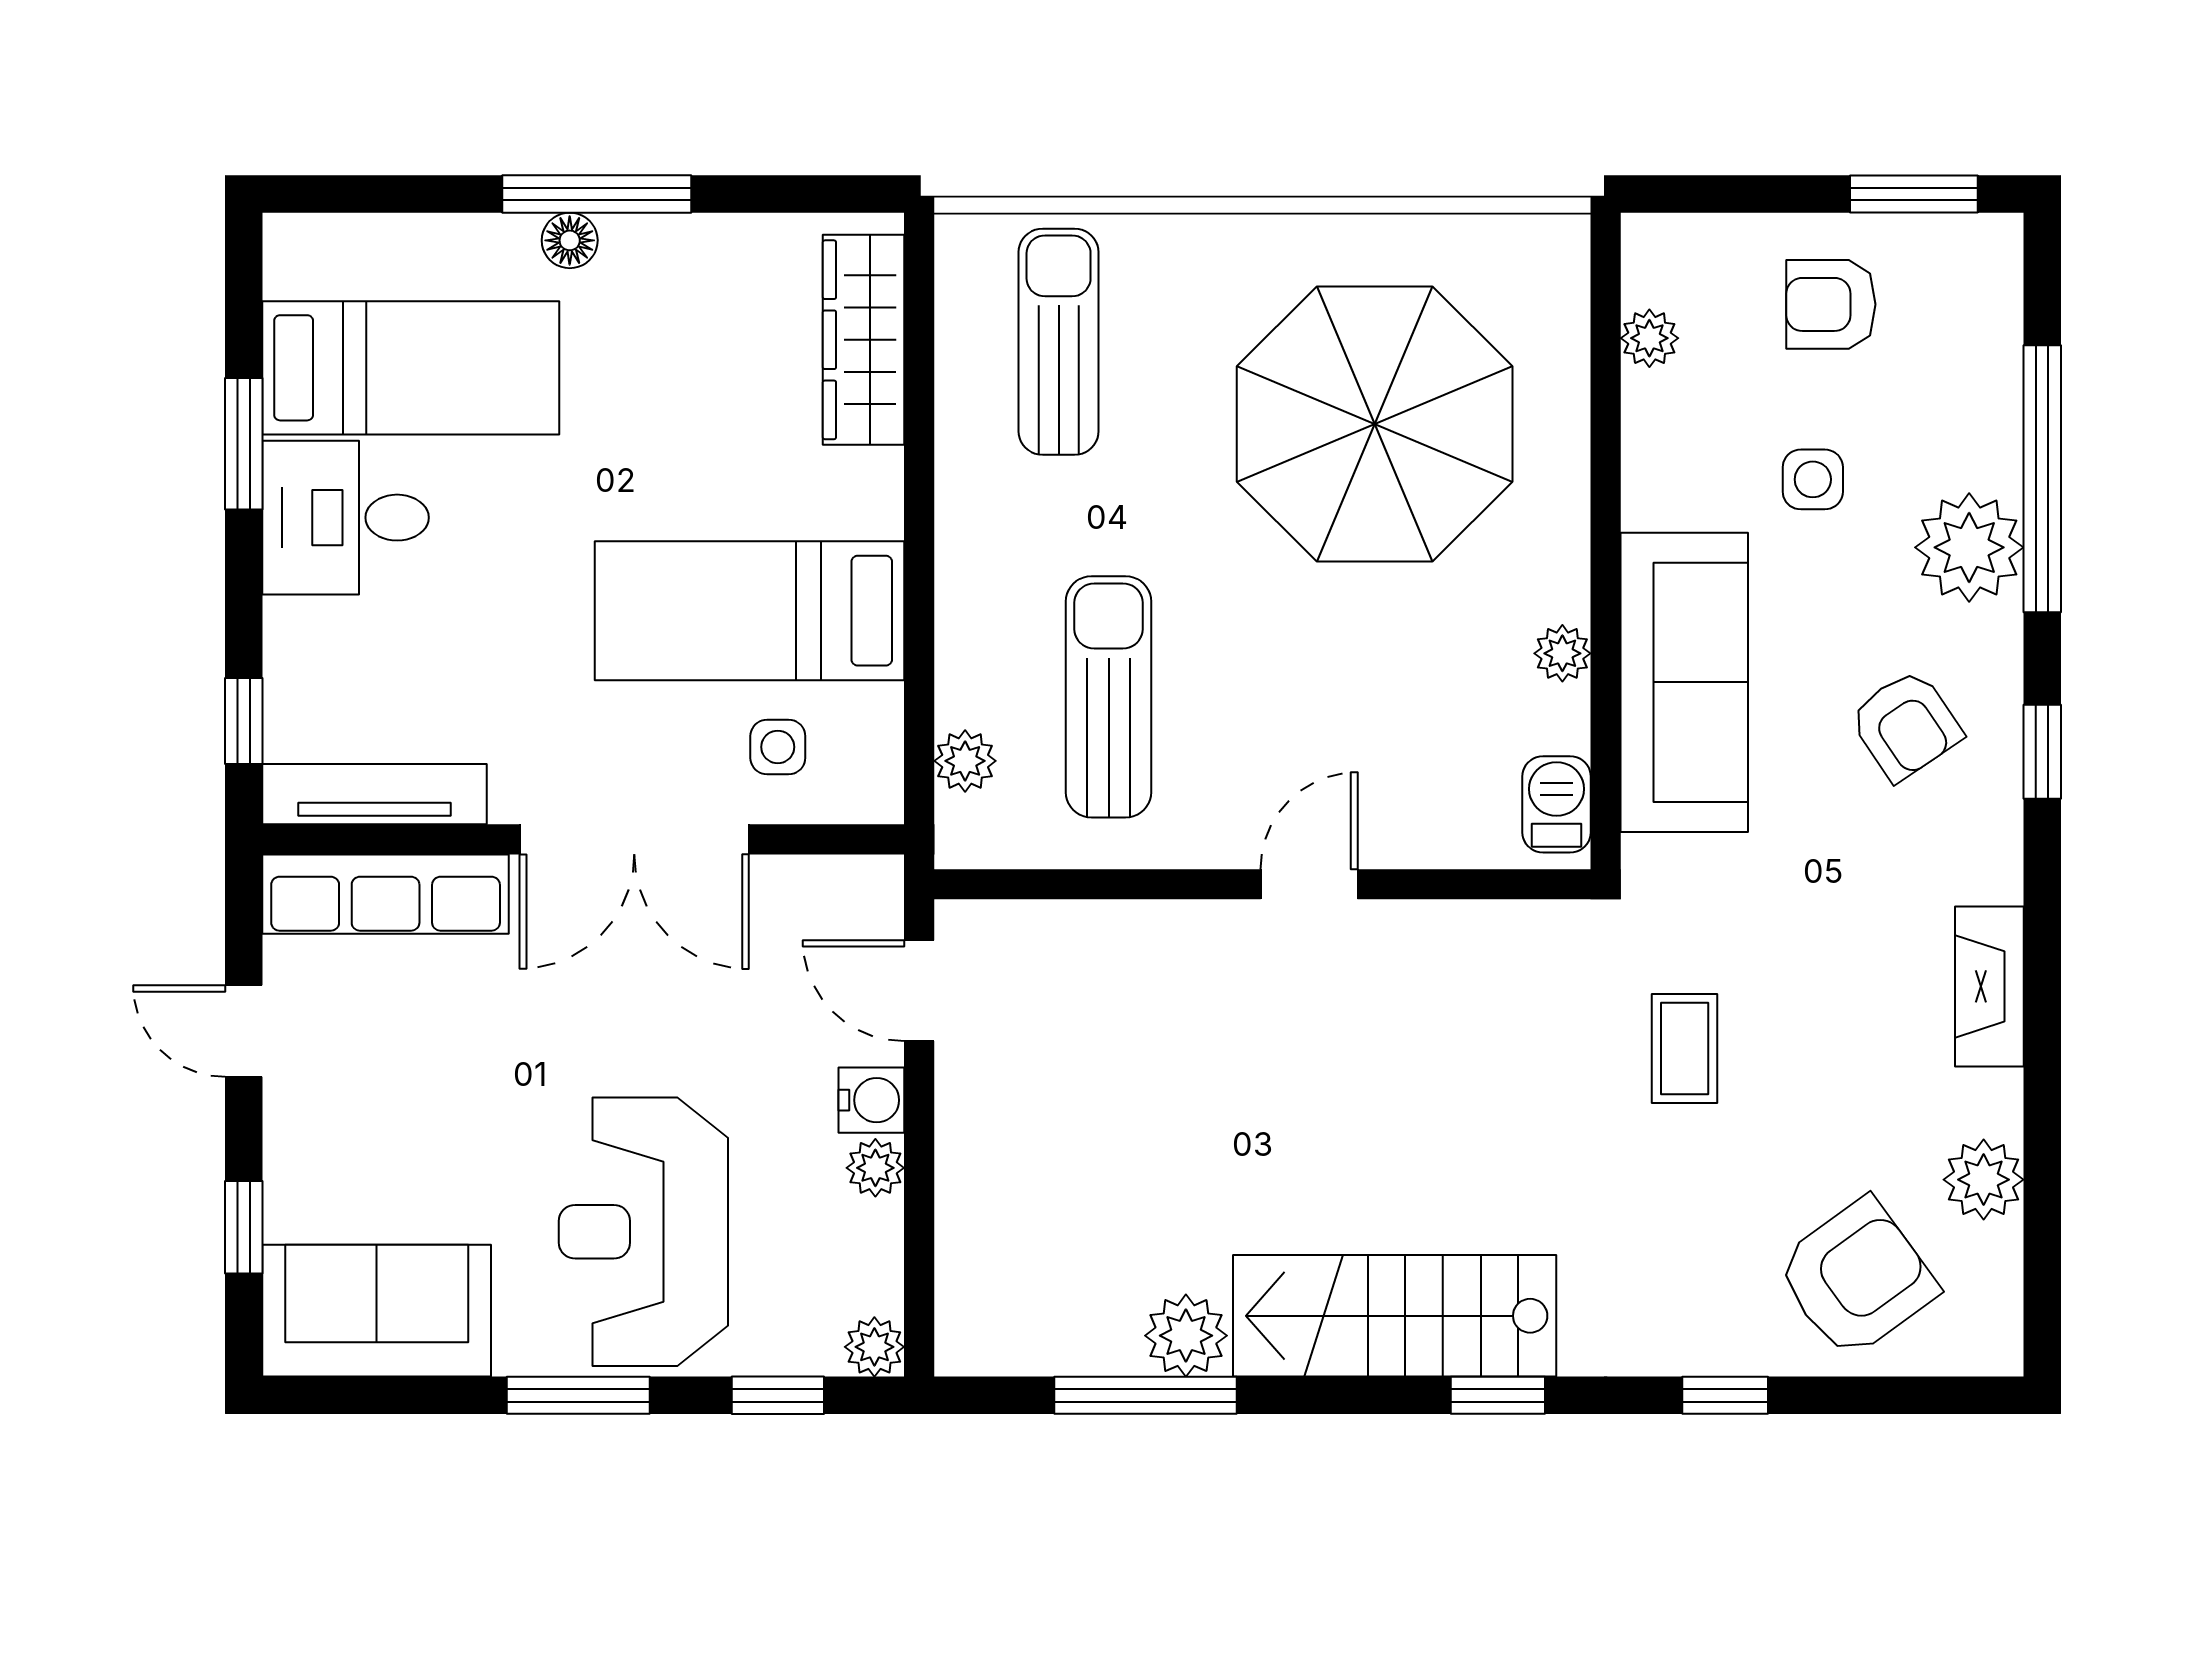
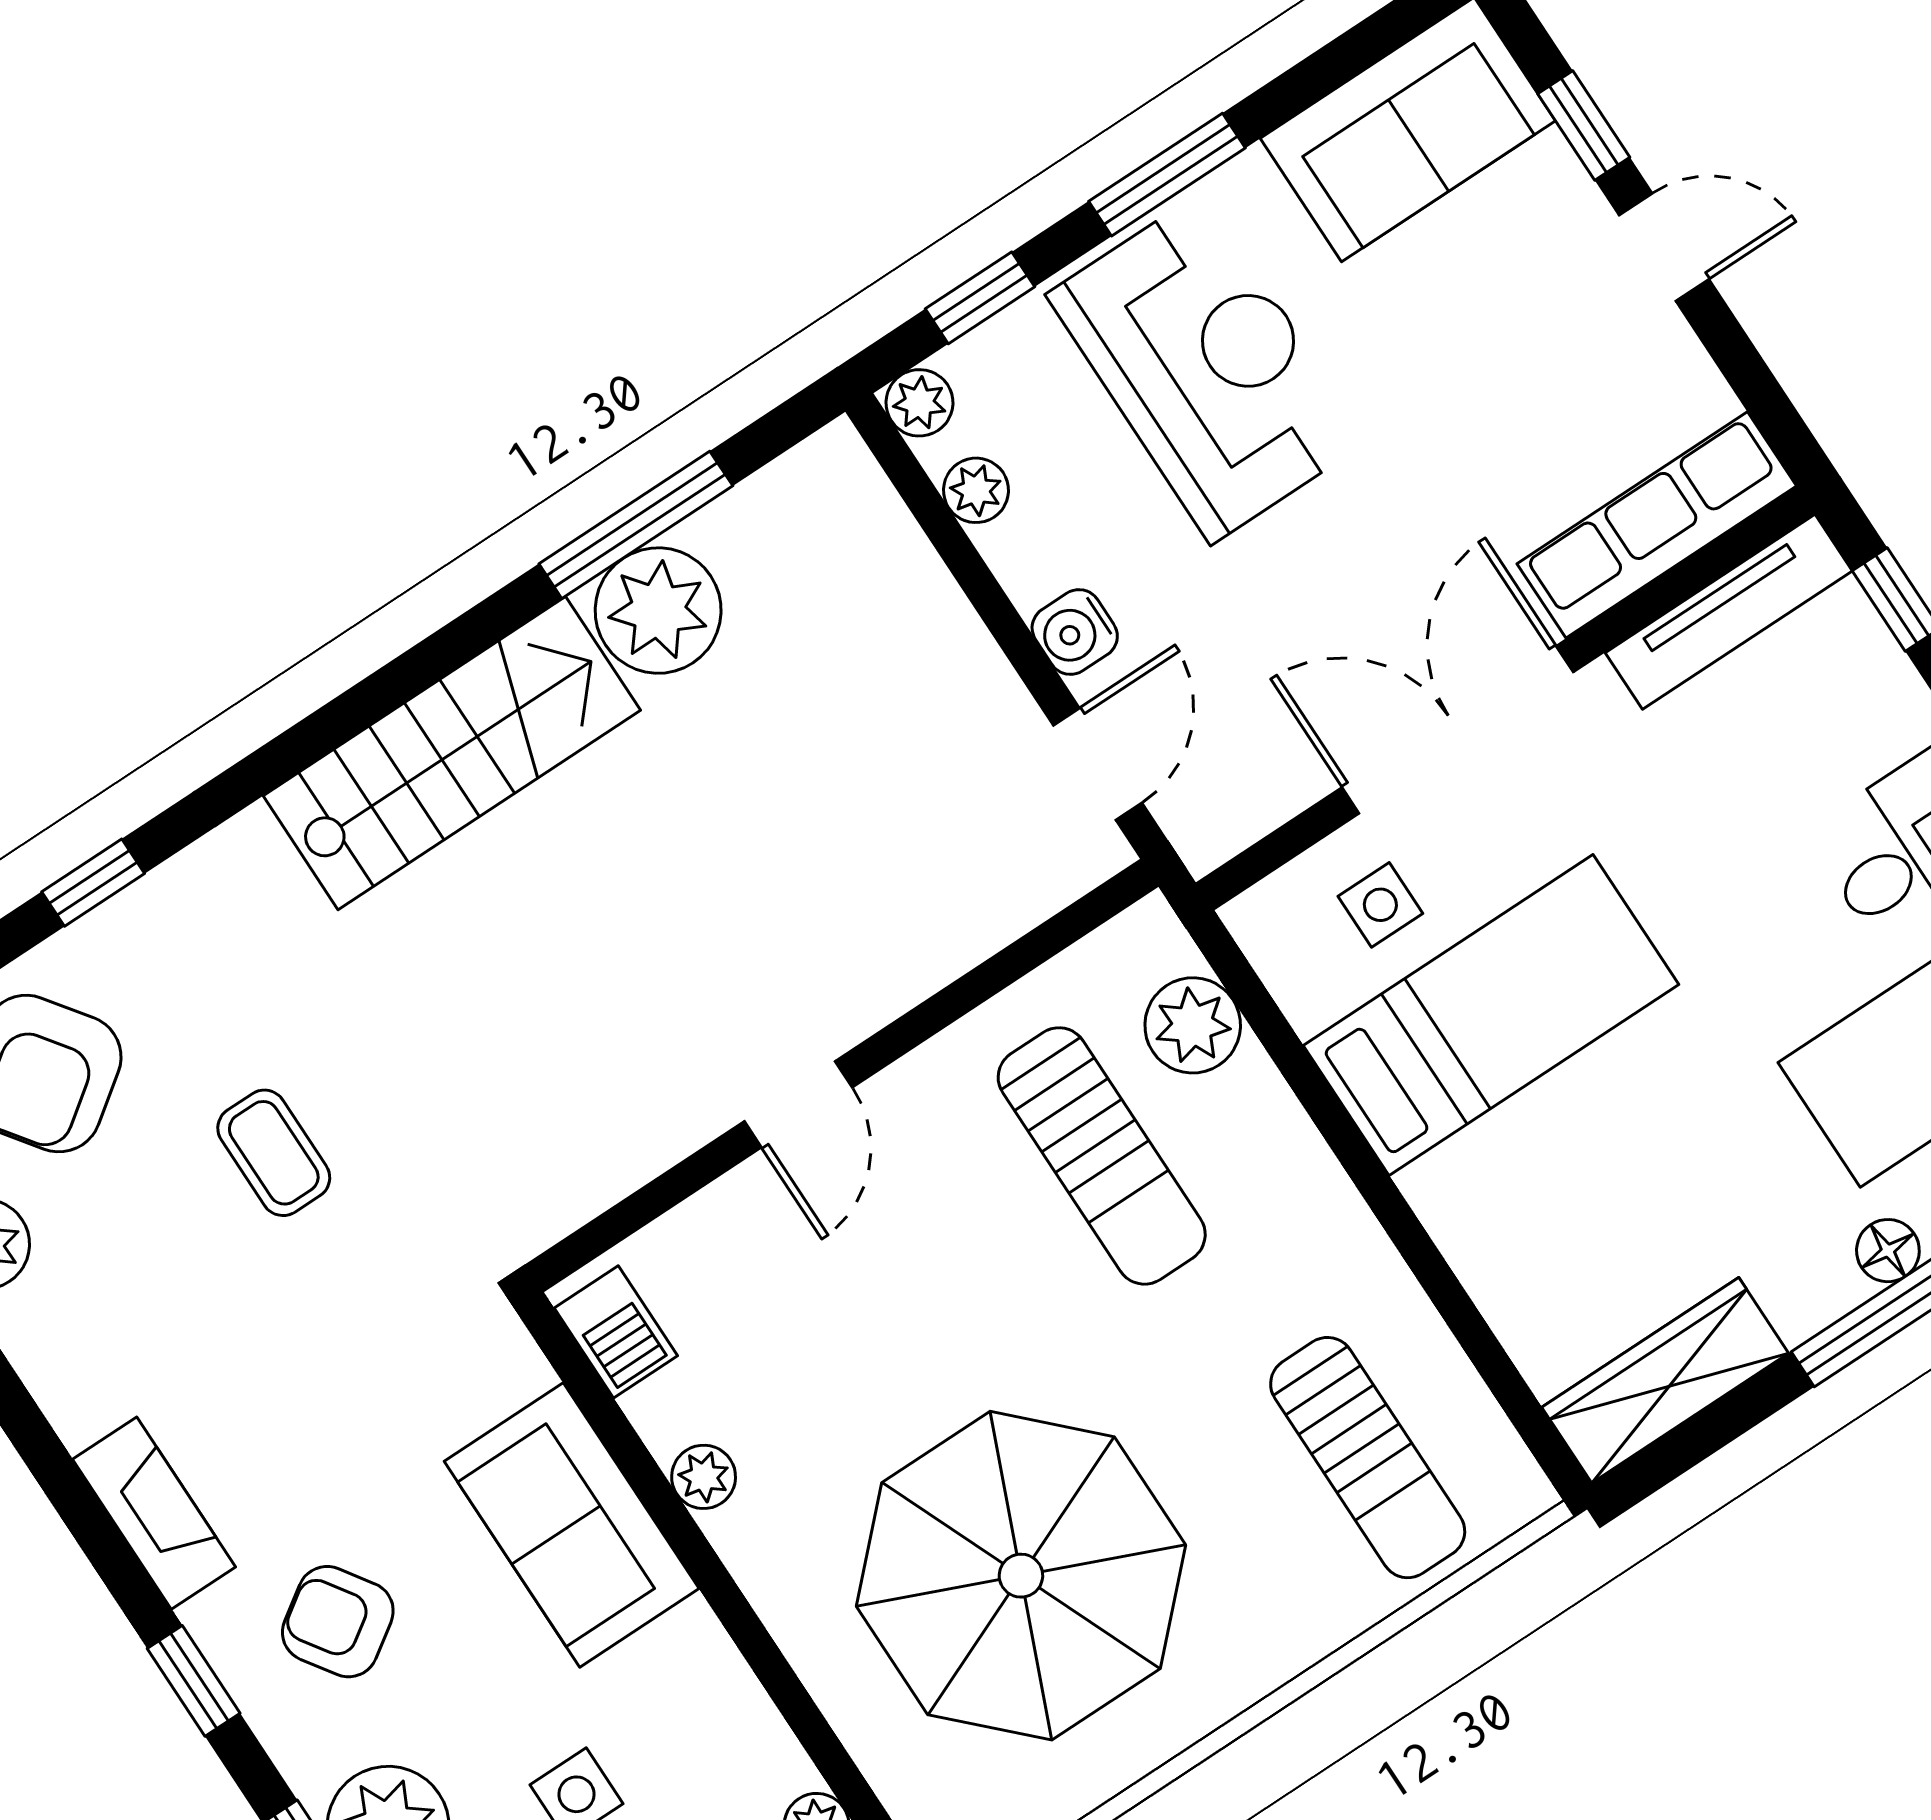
wardrobe: (864, 340) -> (1665, 1380), moved, turned -90
sofa: (1684, 682) -> (572, 1525), width x0.73
plant: (965, 761) -> (1193, 1025), width x1.38, depth x1.38
fireplace: (1989, 986) -> (154, 1513), moved
door: (919, 991) -> (1098, 764), hinge flipped
door: (244, 1031) -> (1664, 247), moved
coffee table: (1685, 1048) -> (274, 1153), moved
plant: (875, 1168) -> (976, 490), moved
plant: (1186, 1336) -> (658, 611), width x1.36, depth x1.36
window: (1498, 1395) -> (306, 742), removed

